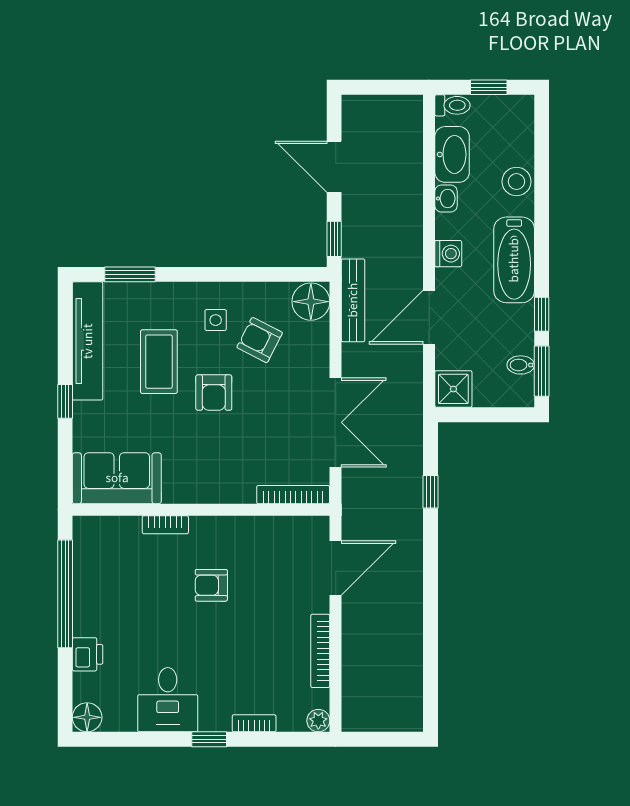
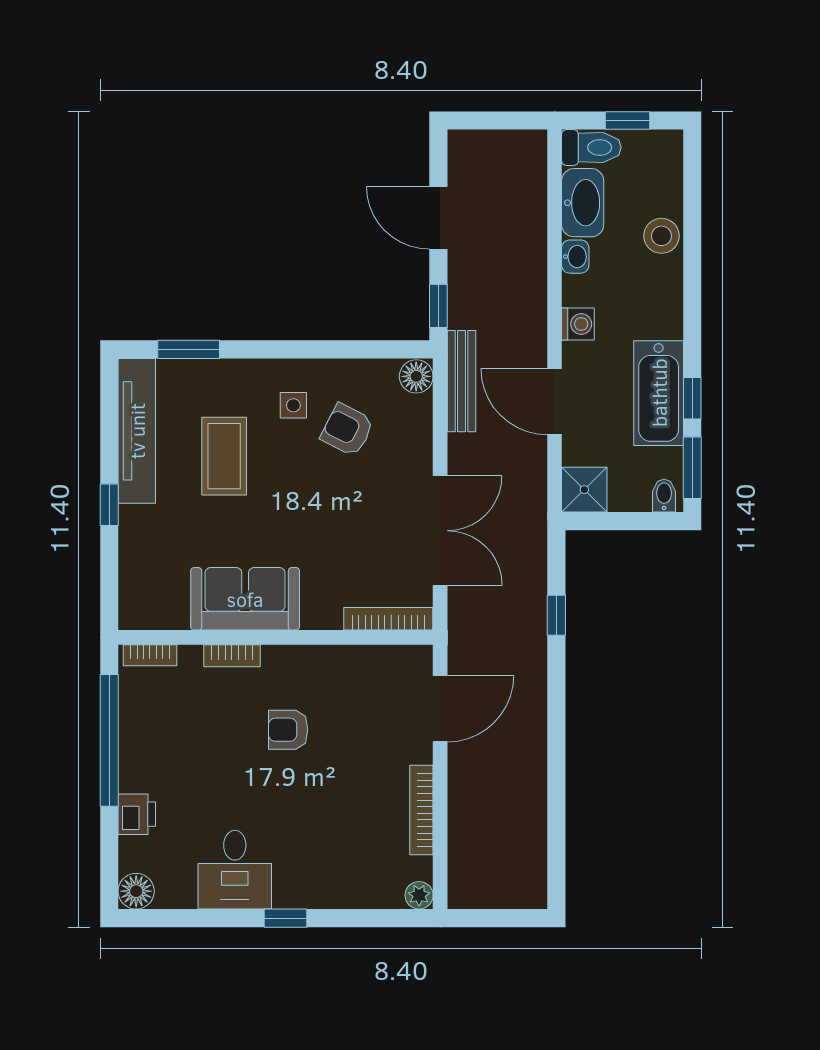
toilet: (452, 105) -> (591, 147), width x1.37, depth x1.39
bathtub: (514, 260) -> (659, 393), moved
floor lamp: (311, 302) -> (416, 376), width x0.73, depth x0.73
door: (429, 317) -> (555, 402), hinge flipped
bidet: (521, 365) -> (664, 495), moved, turned 90
armchair: (214, 393) -> (291, 494), removed
sofa: (117, 478) -> (245, 599), moved
bookcase: (254, 723) -> (150, 655), moved, turned 180

